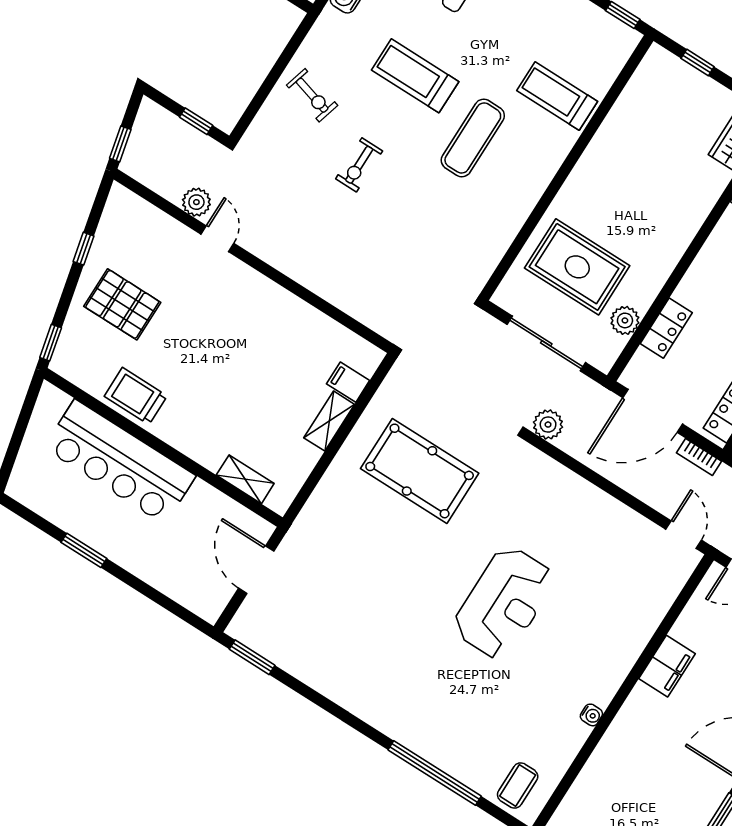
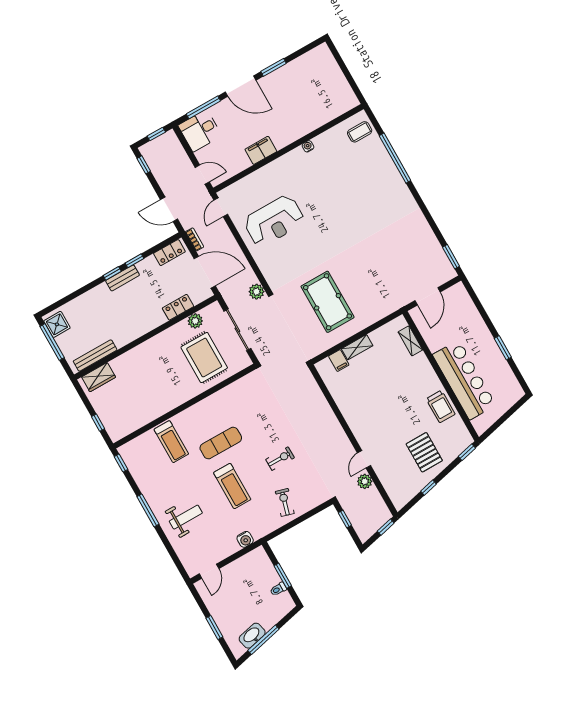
reception desk: (504, 603) -> (274, 221), moved, turned 180

